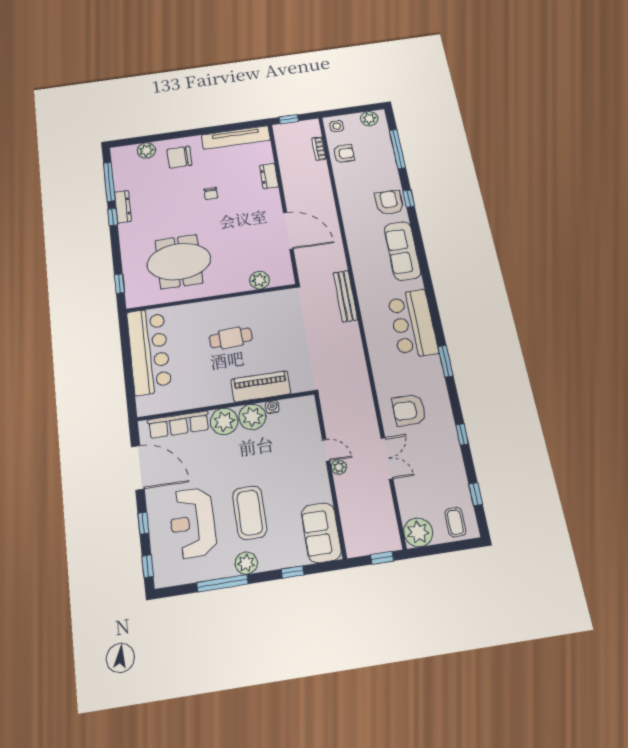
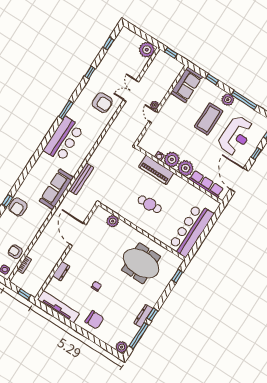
plant: (146, 150) -> (122, 347), moved
sofa: (402, 251) -> (56, 189), moved, turned 180
coffee table: (455, 522) -> (128, 40), removed

